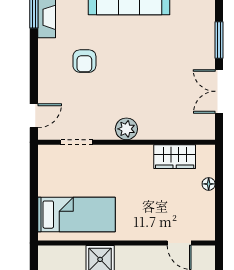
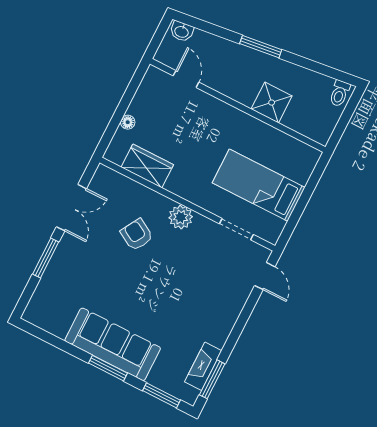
armchair: (84, 61) -> (137, 235), moved, turned -60
door: (34, 116) -> (265, 276), swing flipped
bed: (76, 215) -> (259, 185), moved

